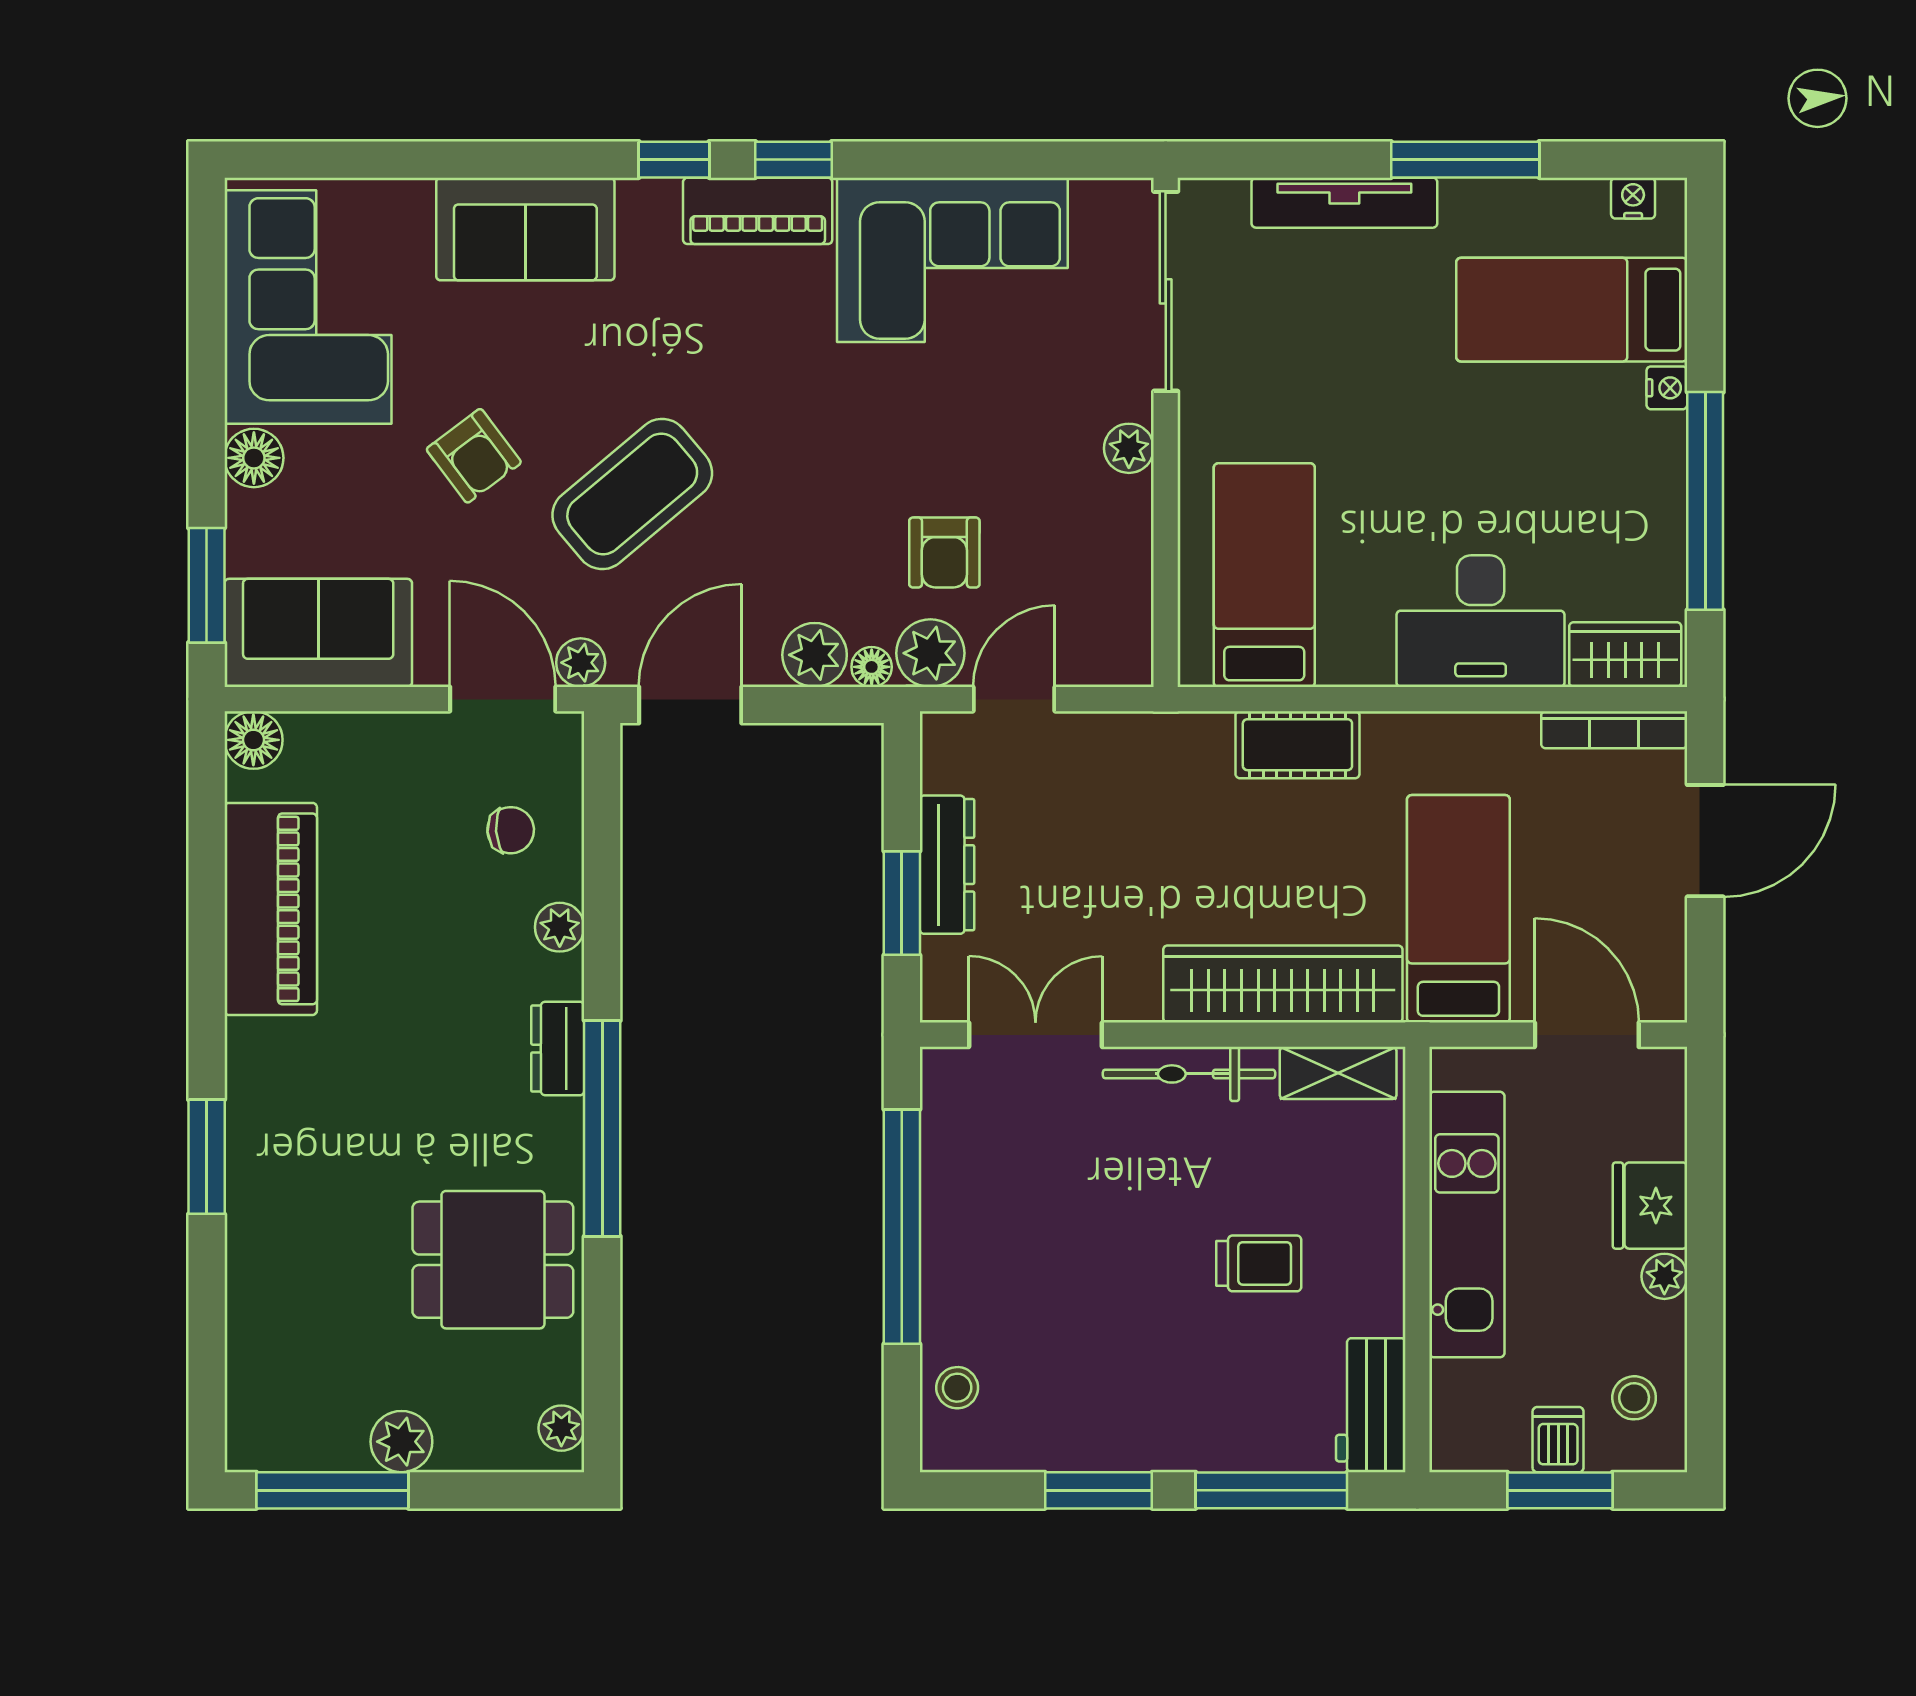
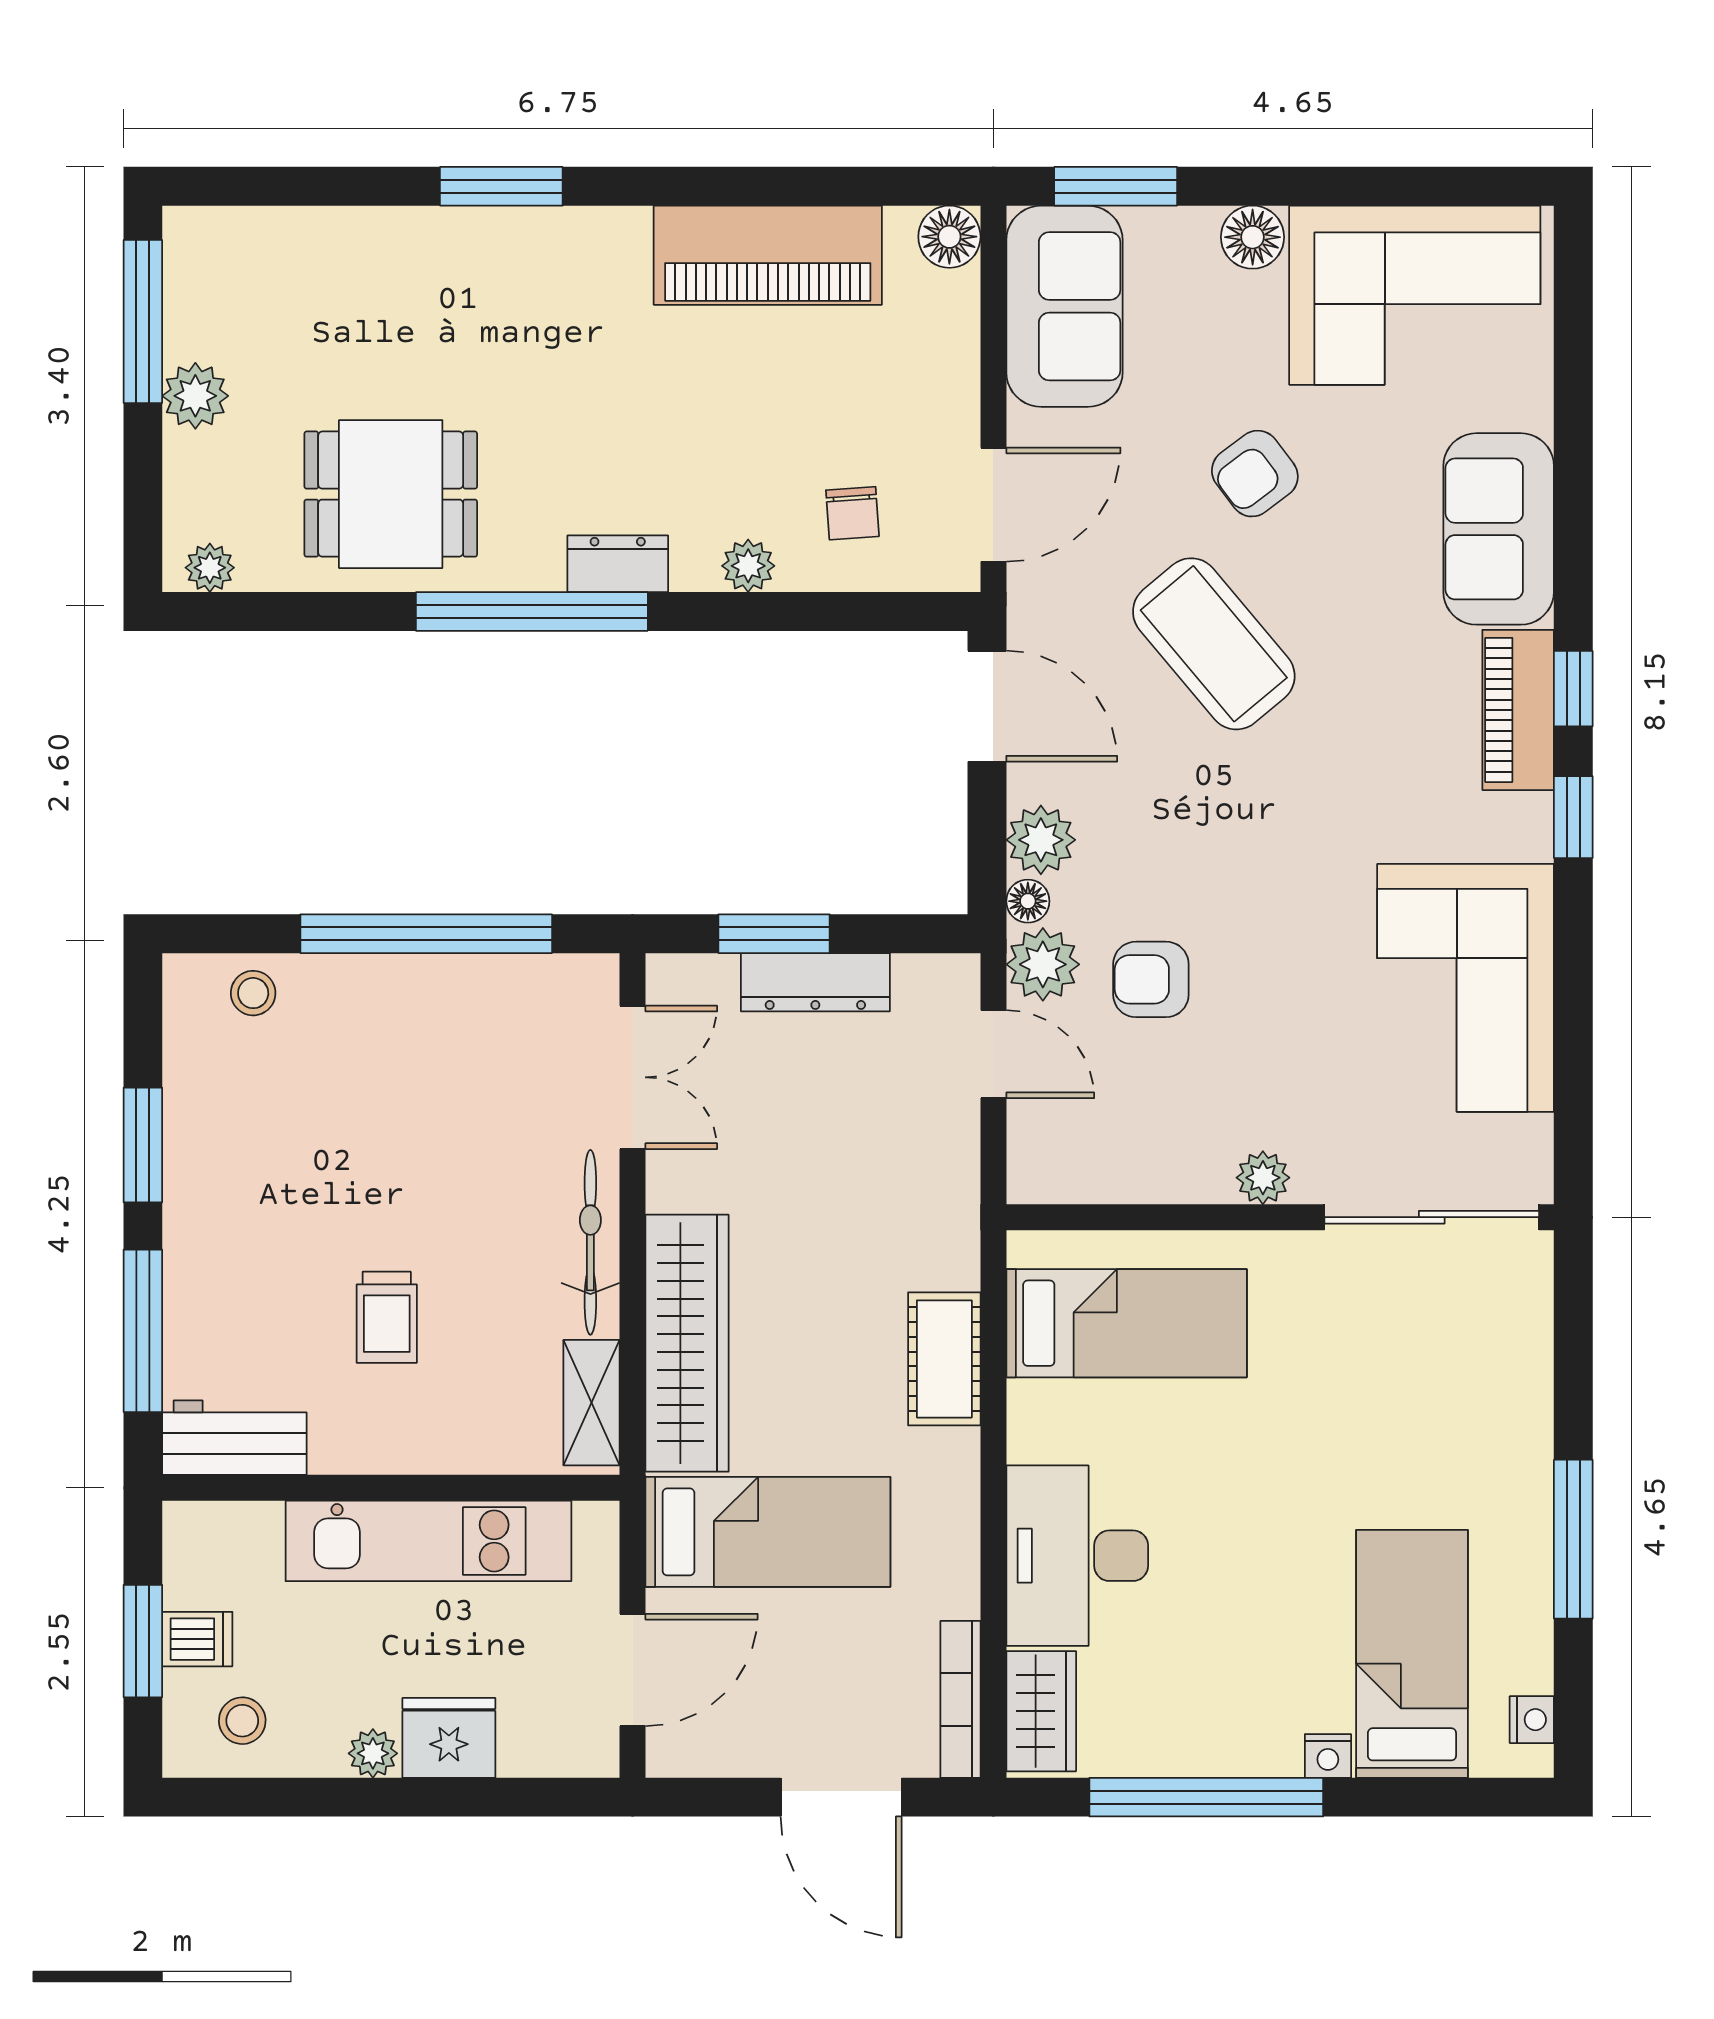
tv unit: (1344, 203) -> (1527, 1409), removed
piano: (758, 211) -> (1518, 710), moved
plant: (581, 663) -> (1032, 588), removed
dining table: (493, 1260) -> (391, 494), turned 90

